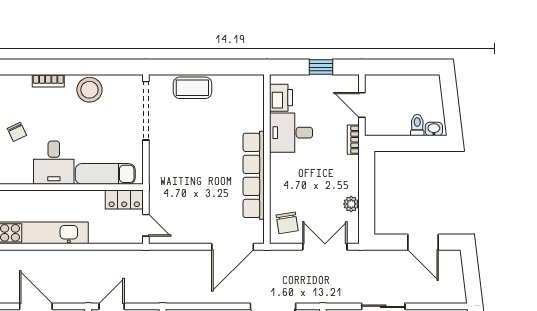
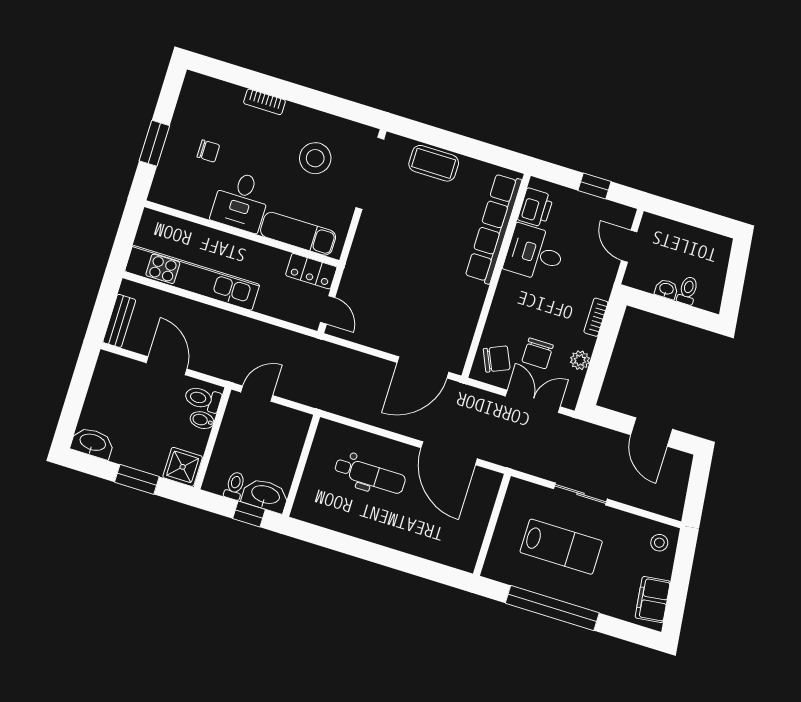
stool: (89, 90) -> (315, 158), moved
washbasin: (434, 129) -> (666, 289), moved
chair: (17, 132) -> (208, 151), turned -65
bookcase: (353, 140) -> (596, 317), moved
row of seats: (254, 175) -> (493, 228), moved
chair: (317, 209) -> (538, 353), added
chair: (287, 223) -> (497, 359), turned -105

